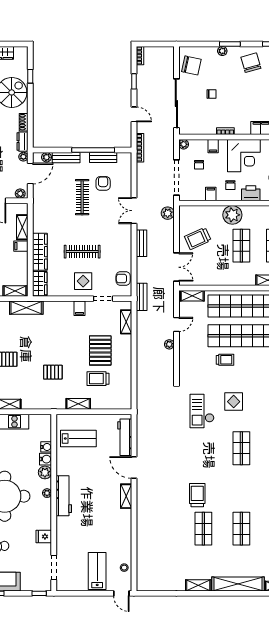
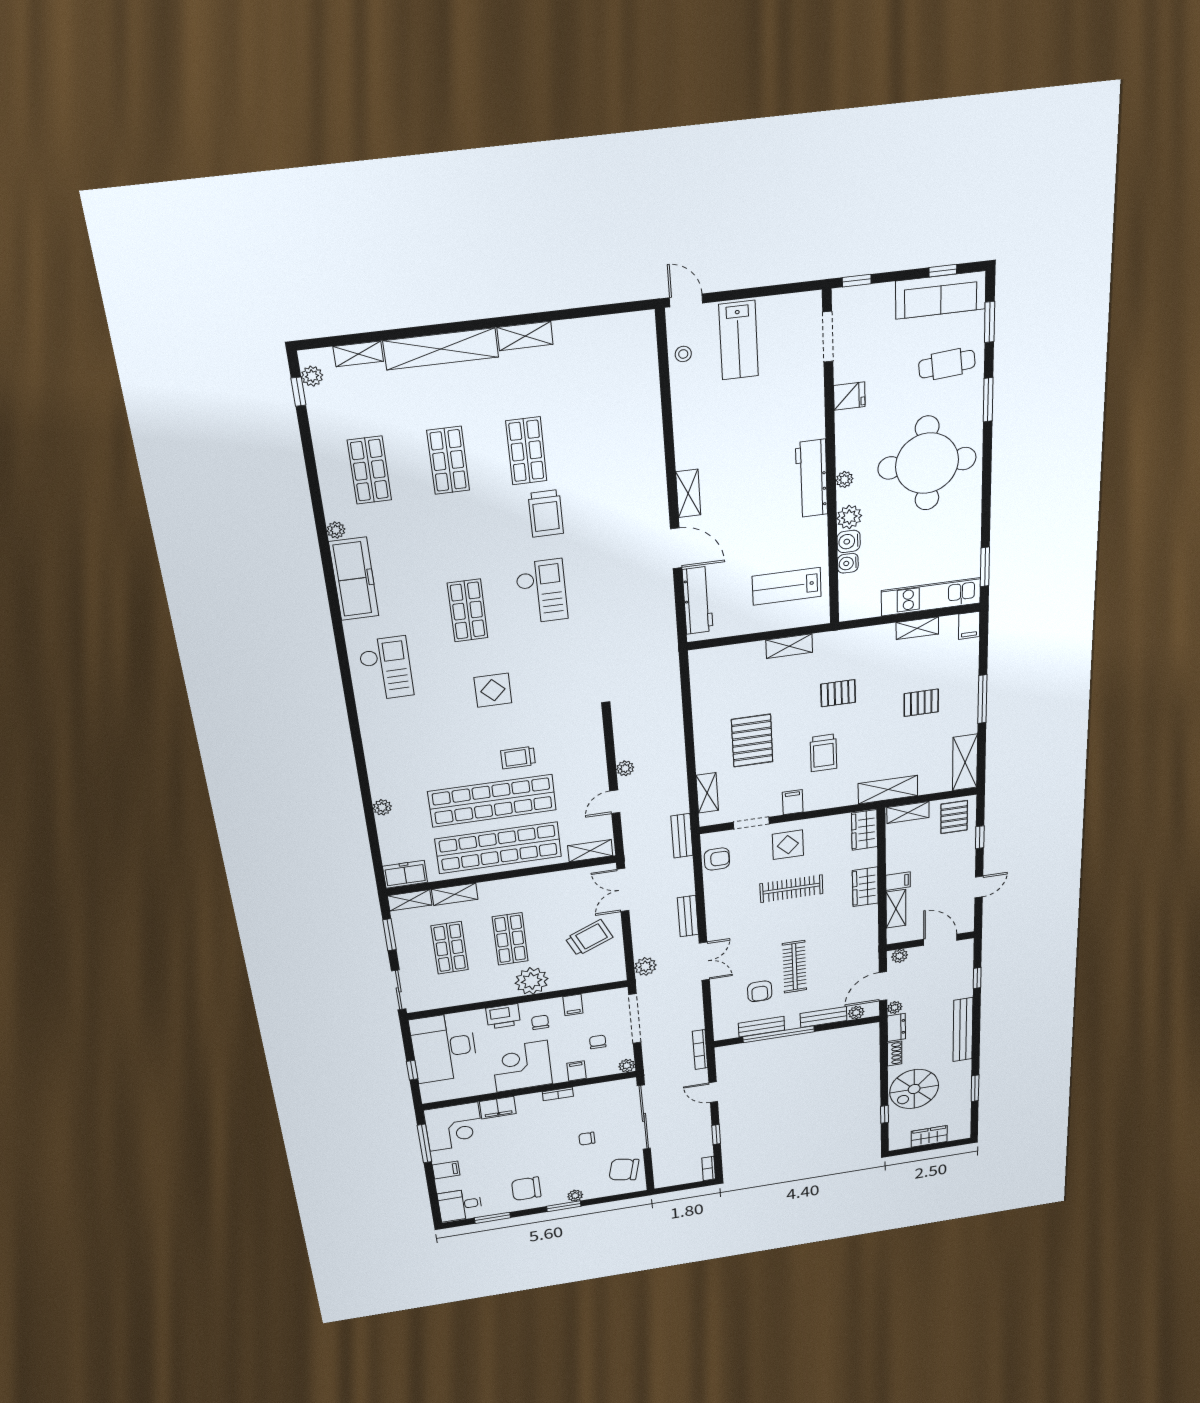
chair: (251, 63) -> (526, 1189), turned 106
wardrobe: (40, 252) -> (865, 887), width x0.67
trolley: (98, 379) -> (824, 753), moved, turned 90
checkout: (202, 411) -> (542, 591), moved

